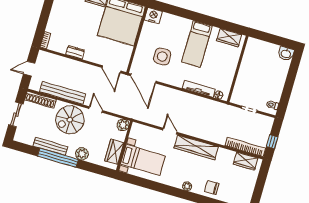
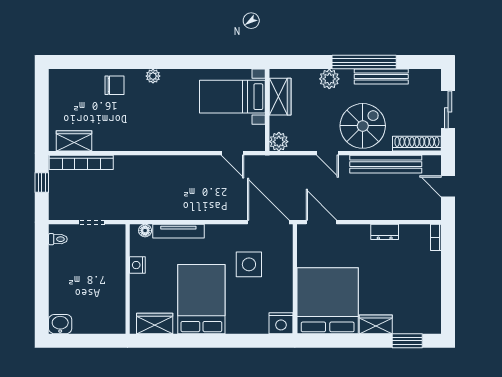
bed: (197, 44) -> (201, 299), width x1.50
door: (29, 69) -> (448, 186), swing flipped
nightstand: (229, 76) -> (137, 265), added
door: (170, 131) -> (233, 153), moved
wardrobe: (196, 147) -> (156, 140), removed

